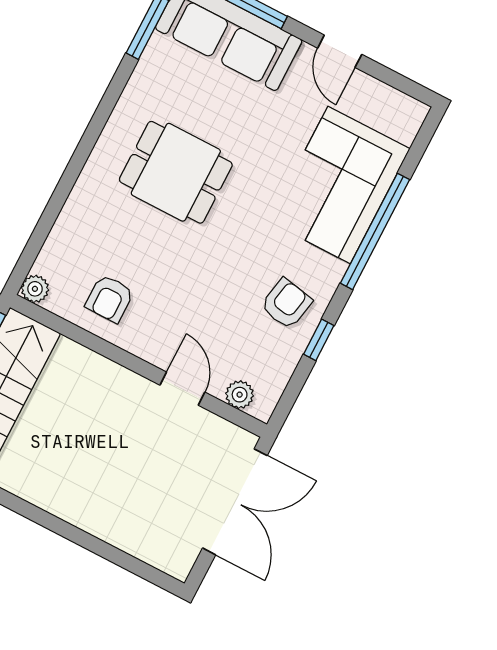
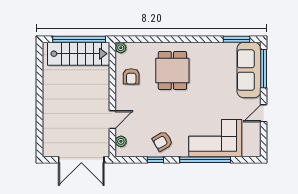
dining table: (176, 172) -> (172, 70), moved
armchair: (110, 299) -> (131, 76), turned -90
armchair: (286, 304) -> (162, 141), turned 139

